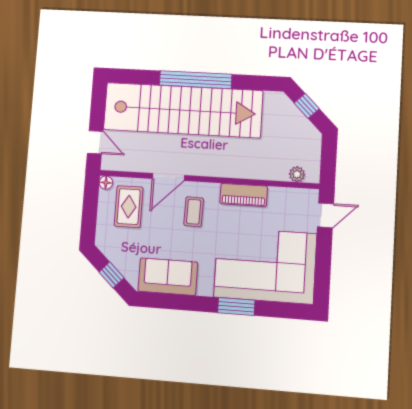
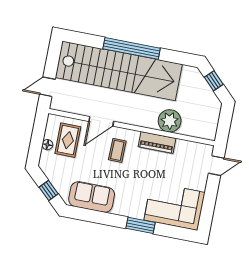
door: (95, 142) -> (47, 87), swing flipped
plant: (297, 174) -> (170, 121), moved, width x1.87, depth x1.87
floor lamp: (106, 183) -> (47, 145), moved
corner sofa: (265, 265) -> (175, 206), width x0.73, depth x0.74

